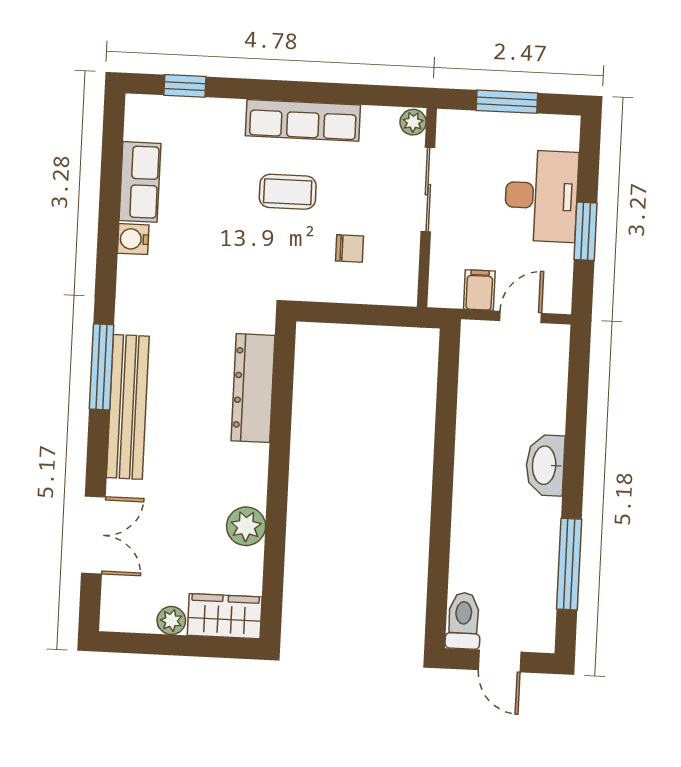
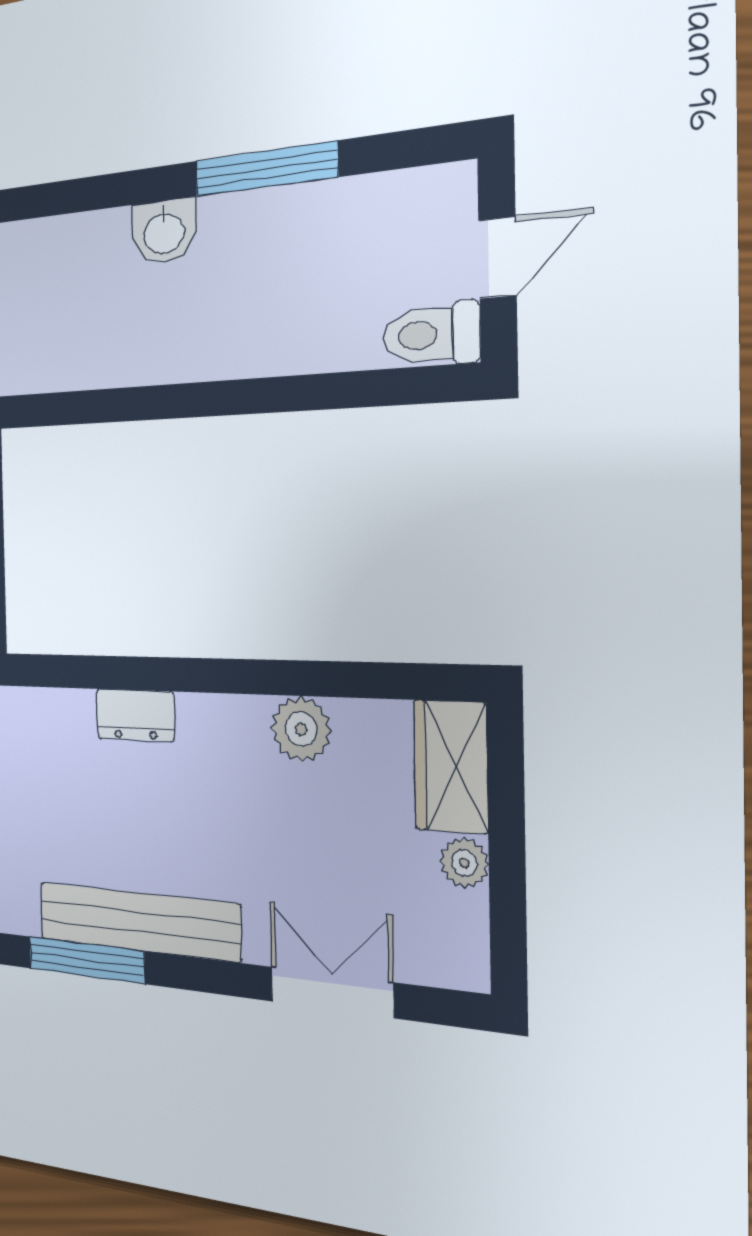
dresser: (253, 388) -> (135, 715), width x0.51, depth x0.80
washbasin: (545, 465) -> (164, 232), width x0.72
window: (569, 564) -> (266, 169), moved

